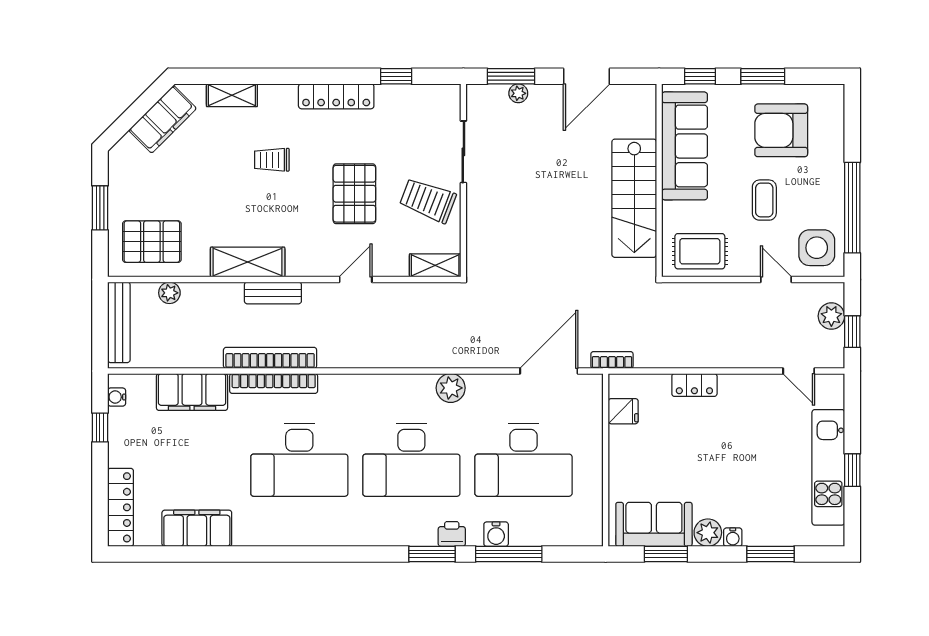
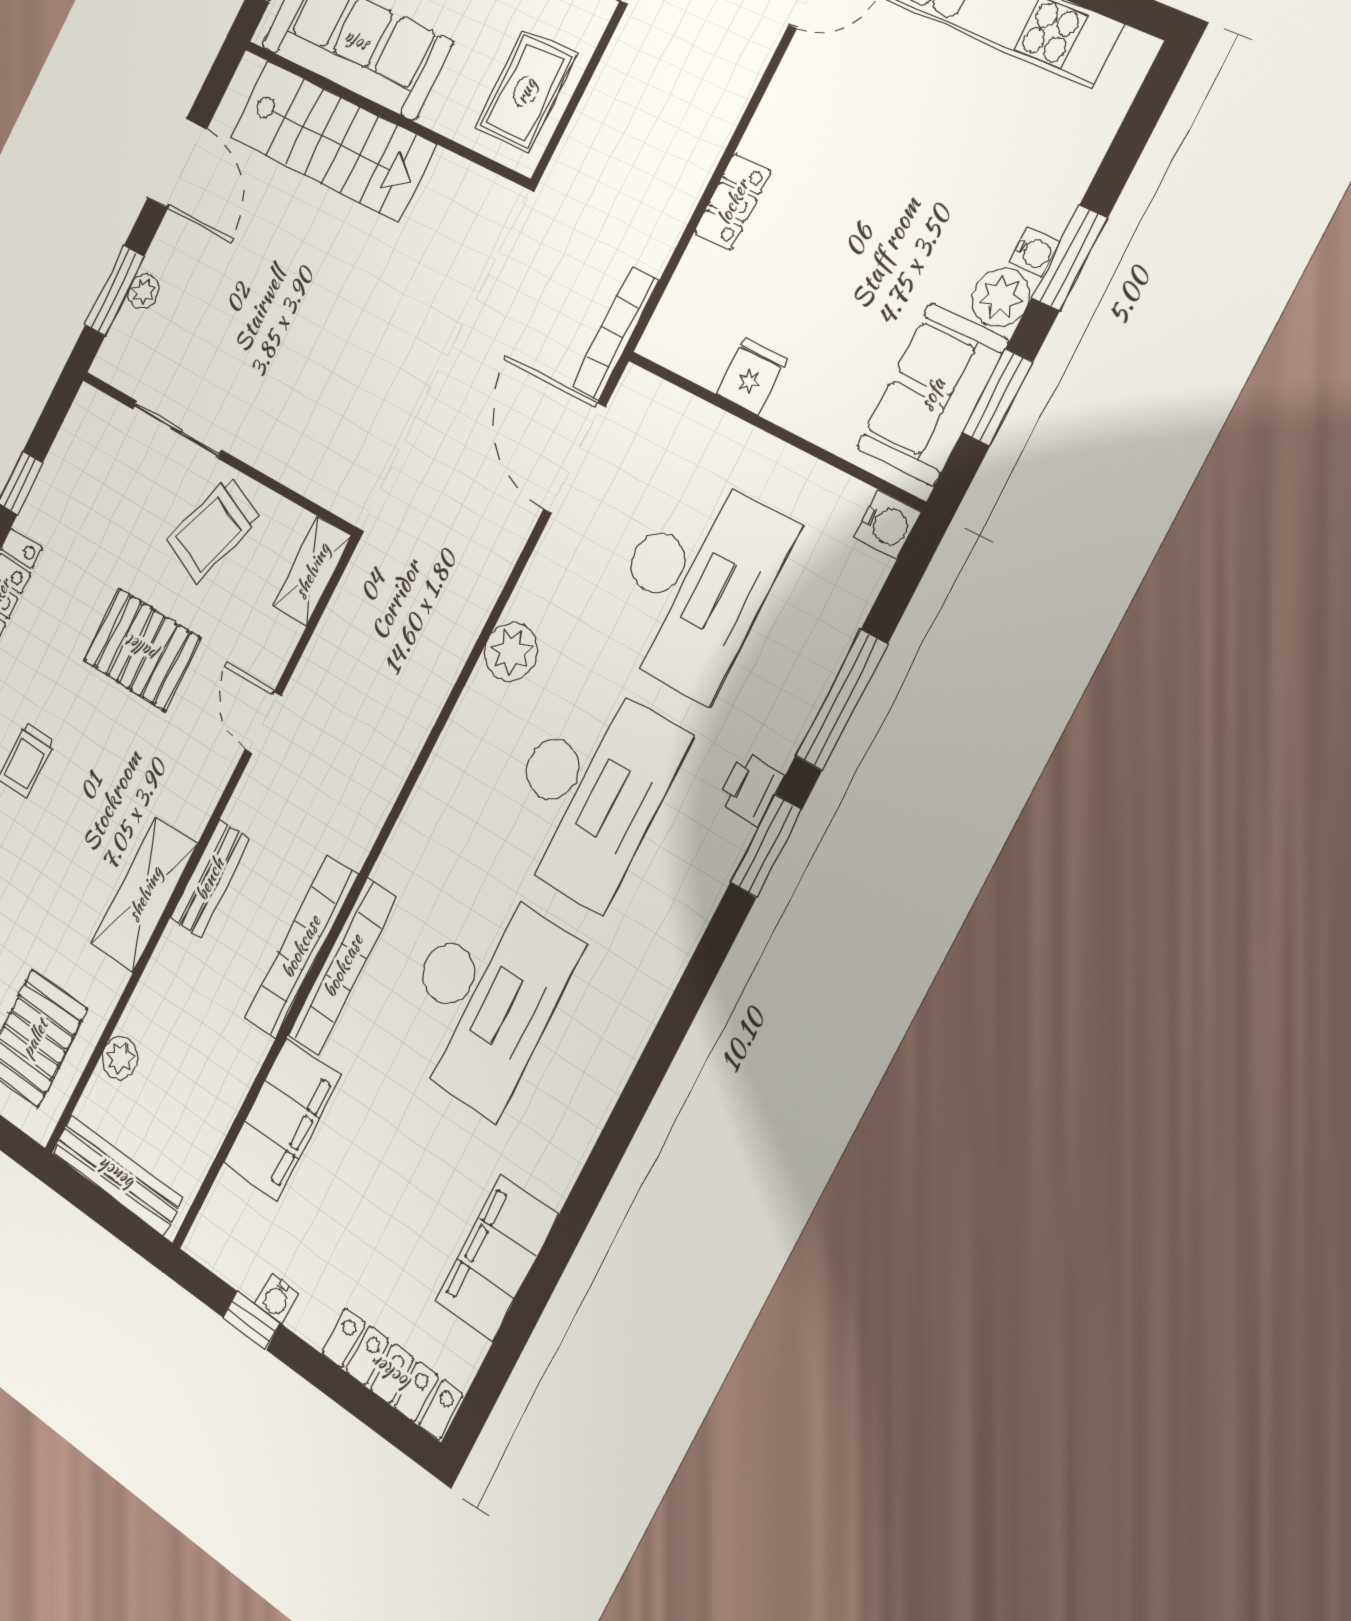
stairs: (634, 198) -> (332, 141), moved
bookcase: (612, 360) -> (615, 334), width x1.56
water cooler: (117, 397) -> (277, 1298), moved
fridge: (623, 411) -> (751, 377), moved
water cooler: (496, 534) -> (887, 525), moved
window: (770, 554) -> (1070, 258), moved

